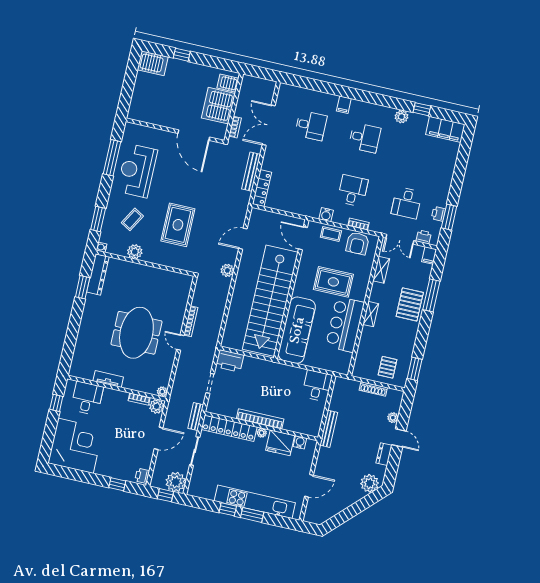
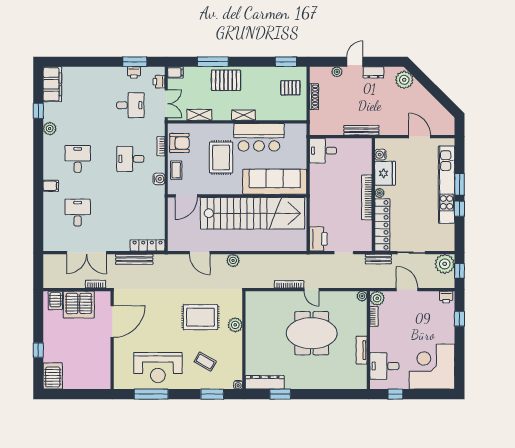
plant: (135, 252) -> (235, 325), moved
door: (180, 342) -> (311, 290), hinge flipped

